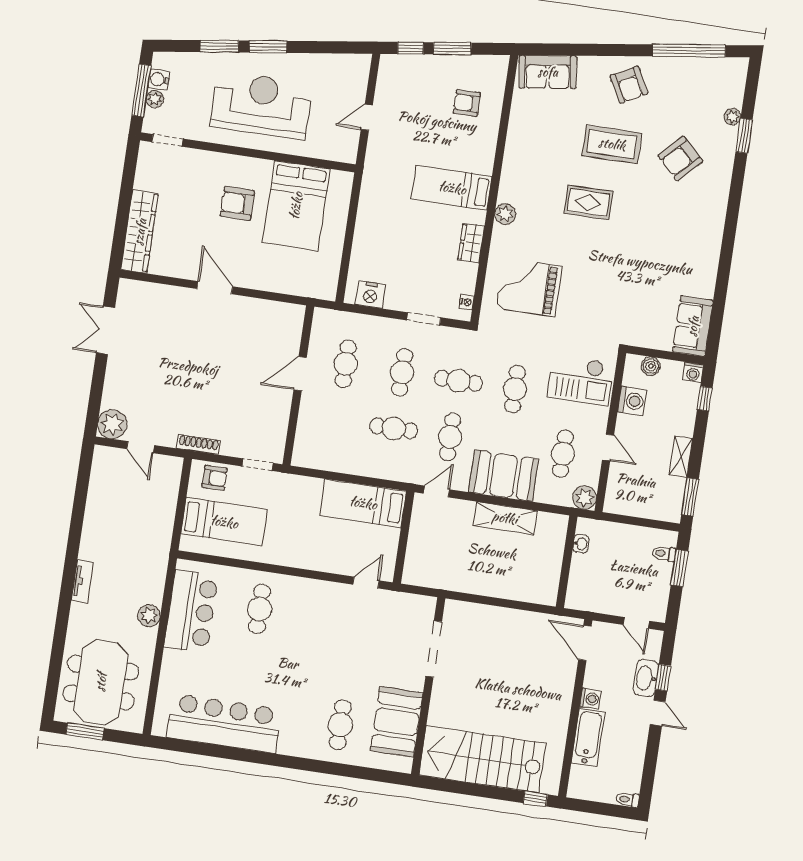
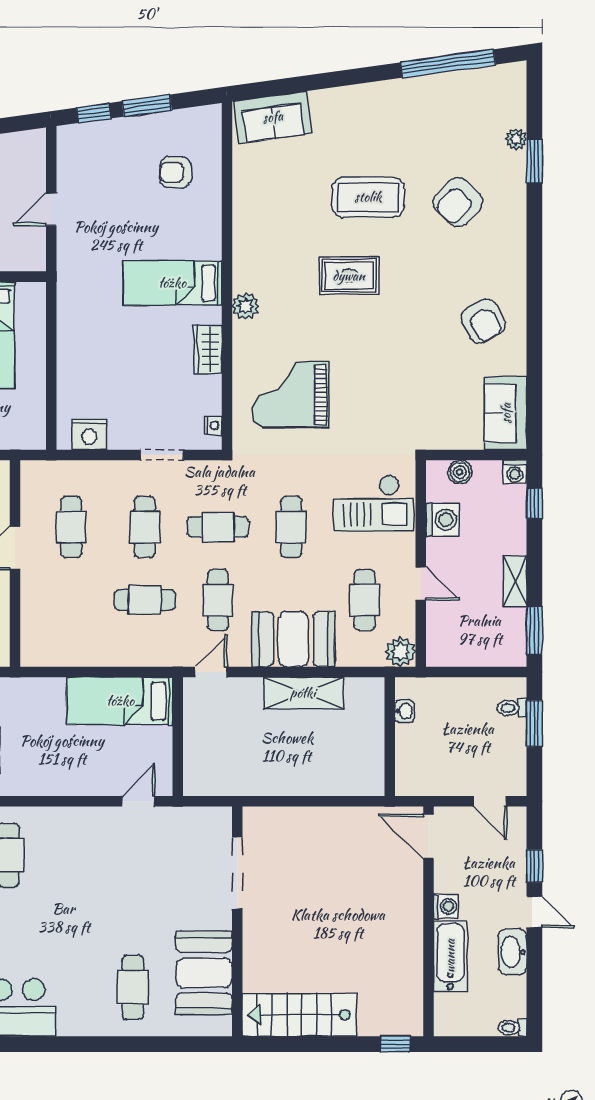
armchair: (629, 85) -> (483, 321), moved
washbasin: (646, 678) -> (513, 952), moved
stairs: (482, 759) -> (299, 1015), width x0.73, depth x0.66

